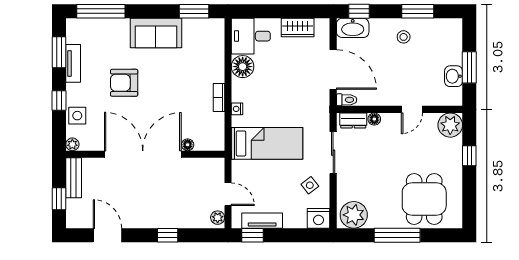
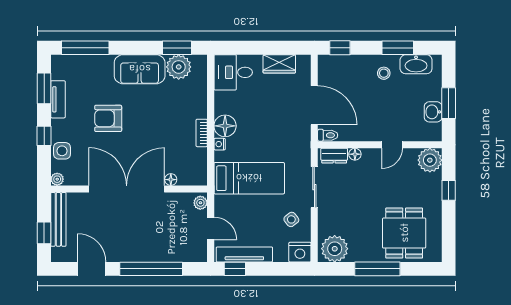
washbasin: (353, 28) -> (416, 64), moved
plant: (196, 31) -> (179, 67), added
floor lamp: (243, 67) -> (225, 126), moved
bench: (74, 178) -> (58, 219), width x1.36
plant: (218, 218) -> (200, 203), moved
tv unit: (262, 221) -> (244, 254), width x1.41
window: (168, 235) -> (151, 269), width x3.17

